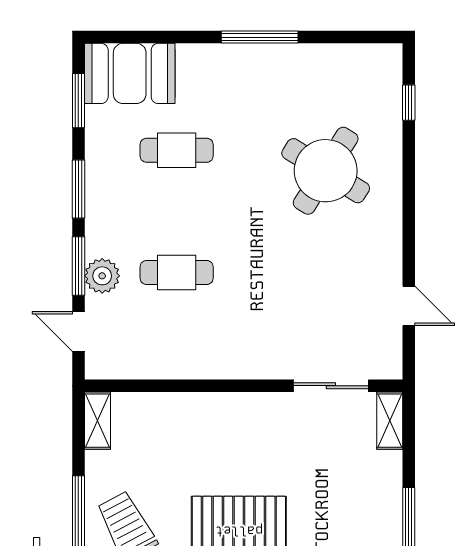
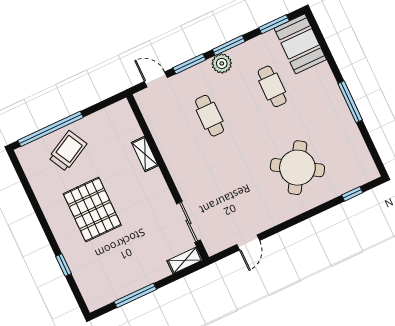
plant: (102, 276) -> (222, 63), moved
door: (78, 331) -> (156, 80), hinge flipped
shelving: (98, 421) -> (145, 154), moved, turned 90

